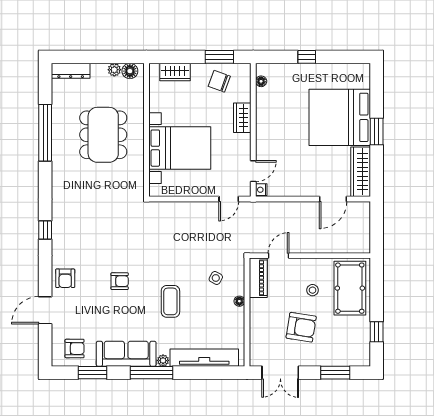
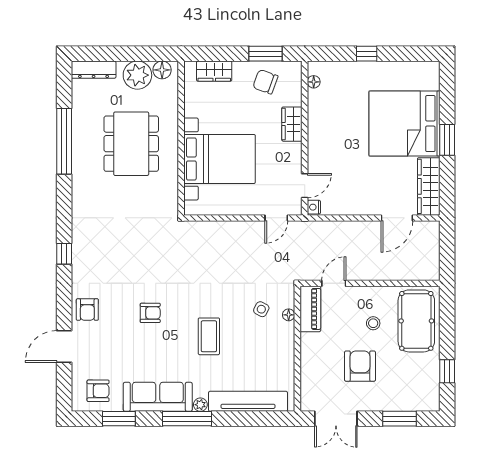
plant: (114, 70) -> (137, 75), width x1.88, depth x1.88
floor lamp: (239, 301) -> (289, 315), moved
armchair: (301, 327) -> (360, 366), turned -99

